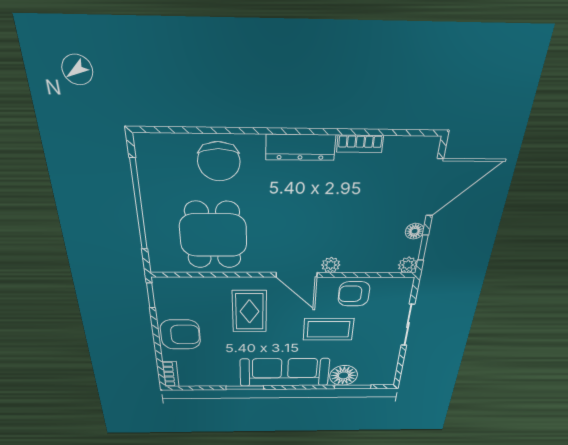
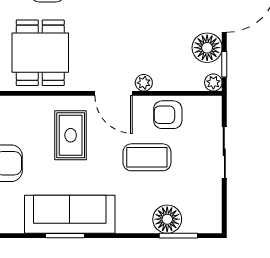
floor lamp: (415, 231) -> (207, 48), width x1.89, depth x1.89
sofa: (285, 372) -> (70, 214), moved

